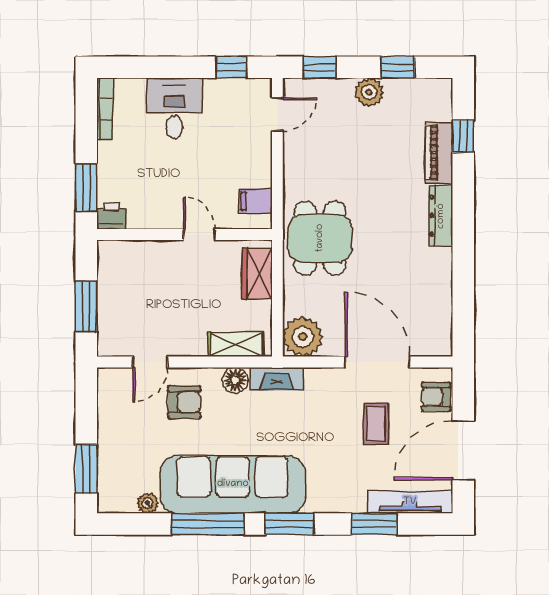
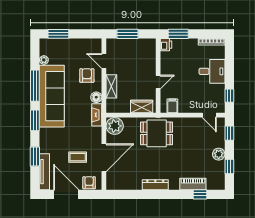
dresser: (441, 216) -> (155, 185), moved
shelving: (236, 344) -> (111, 86), moved
armchair: (184, 402) -> (87, 76), turned 180

